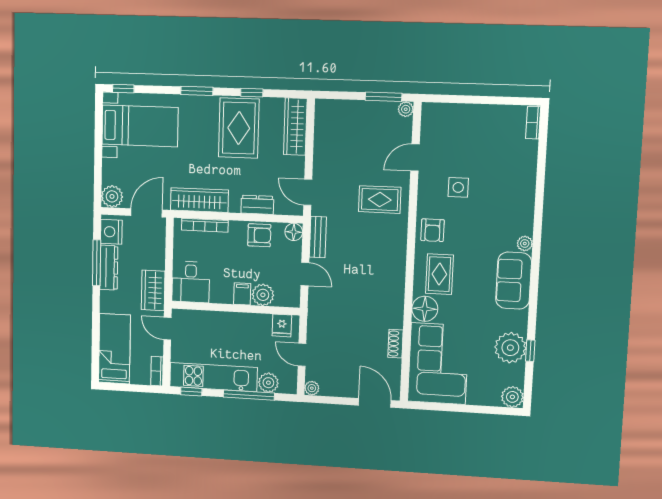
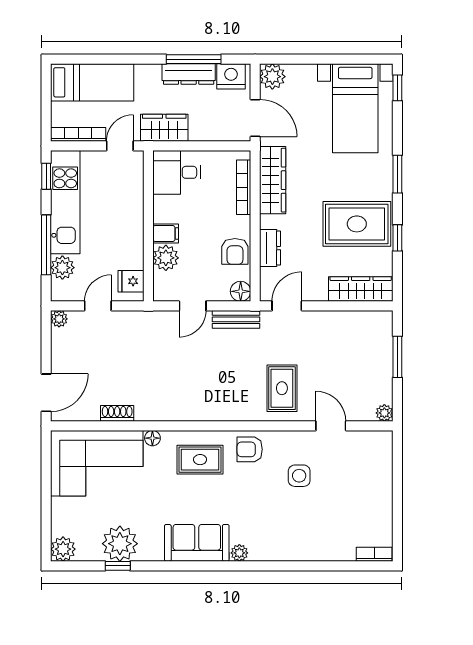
window: (384, 97) -> (397, 357), moved
floor lamp: (425, 309) -> (152, 438), width x0.53, depth x0.53
bookcase: (157, 371) -> (78, 134), width x1.56

